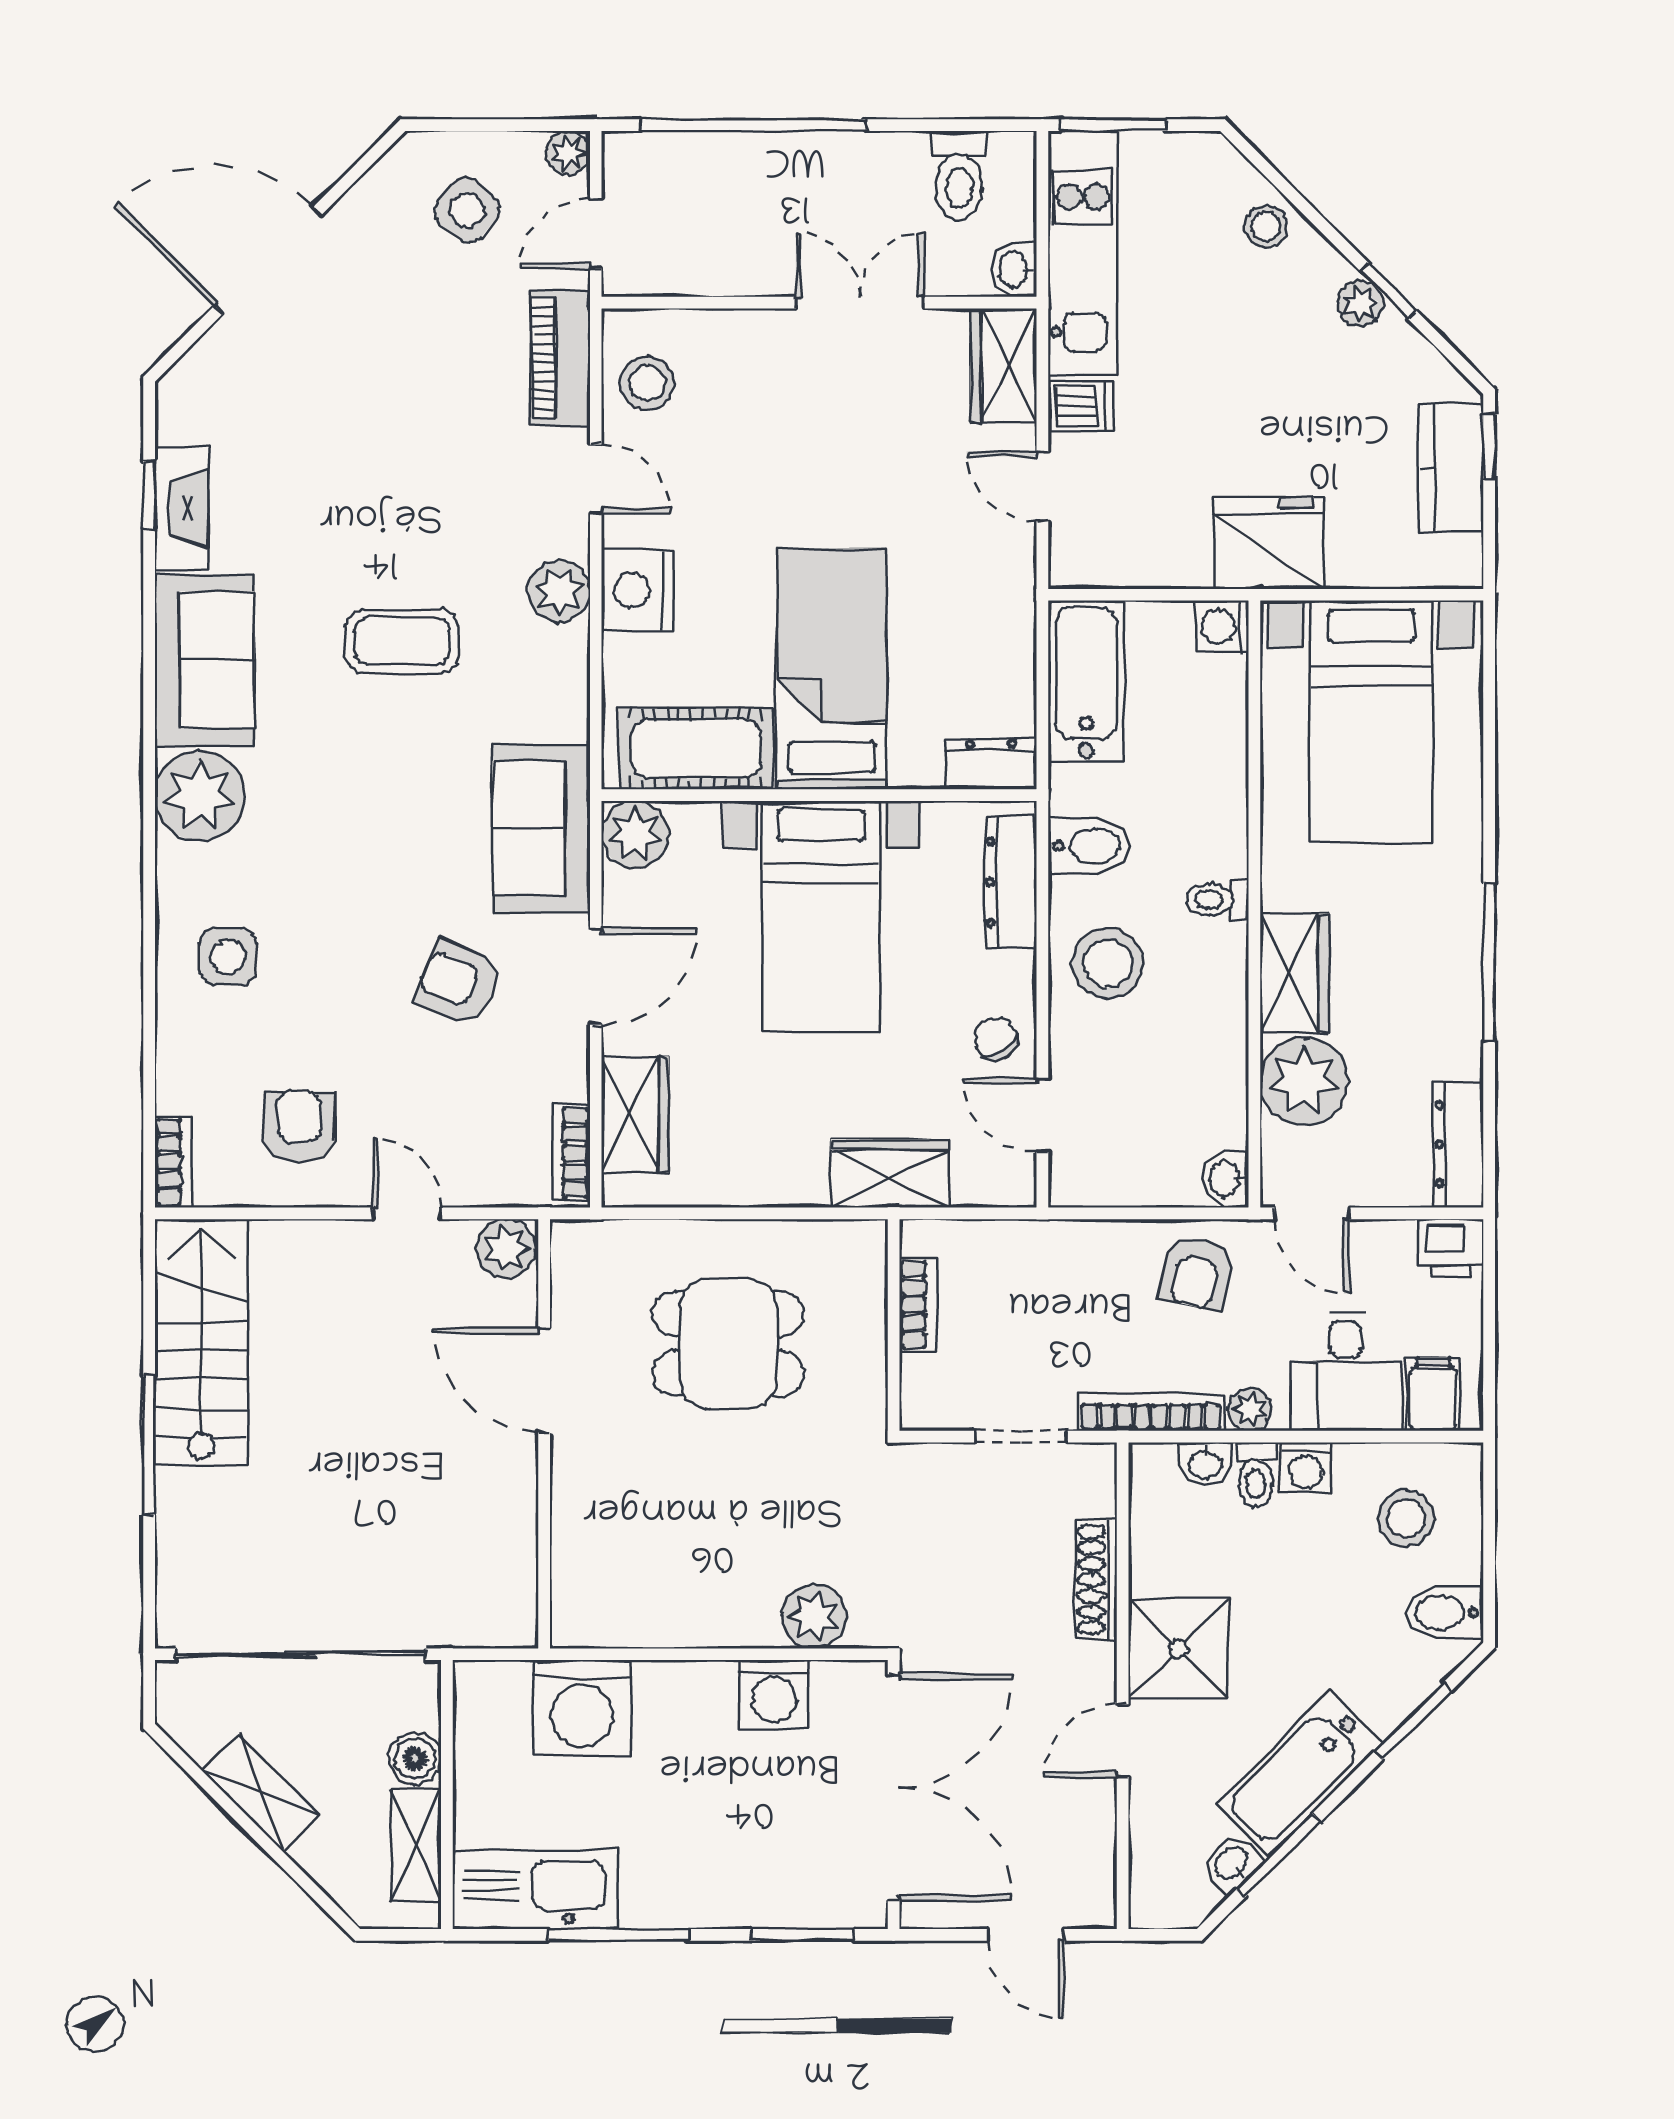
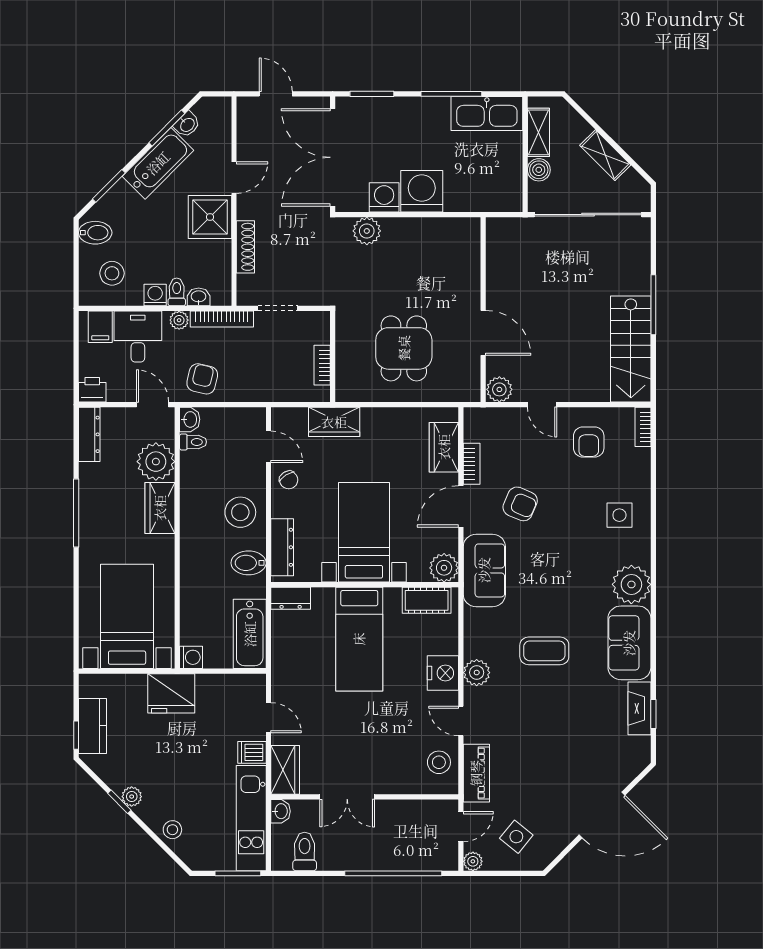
cot: (696, 749) -> (427, 600), width x0.73, depth x0.75
toilet: (1218, 900) -> (193, 442), moved
bookcase: (571, 1153) -> (472, 464), moved
dining table: (728, 1344) -> (404, 348), turned 90
washing machine: (582, 1708) -> (422, 191), moved

